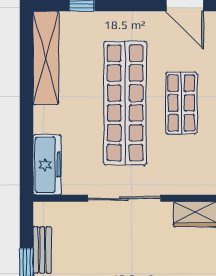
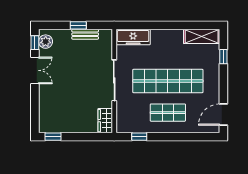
shelving: (46, 58) -> (202, 36), width x0.68

